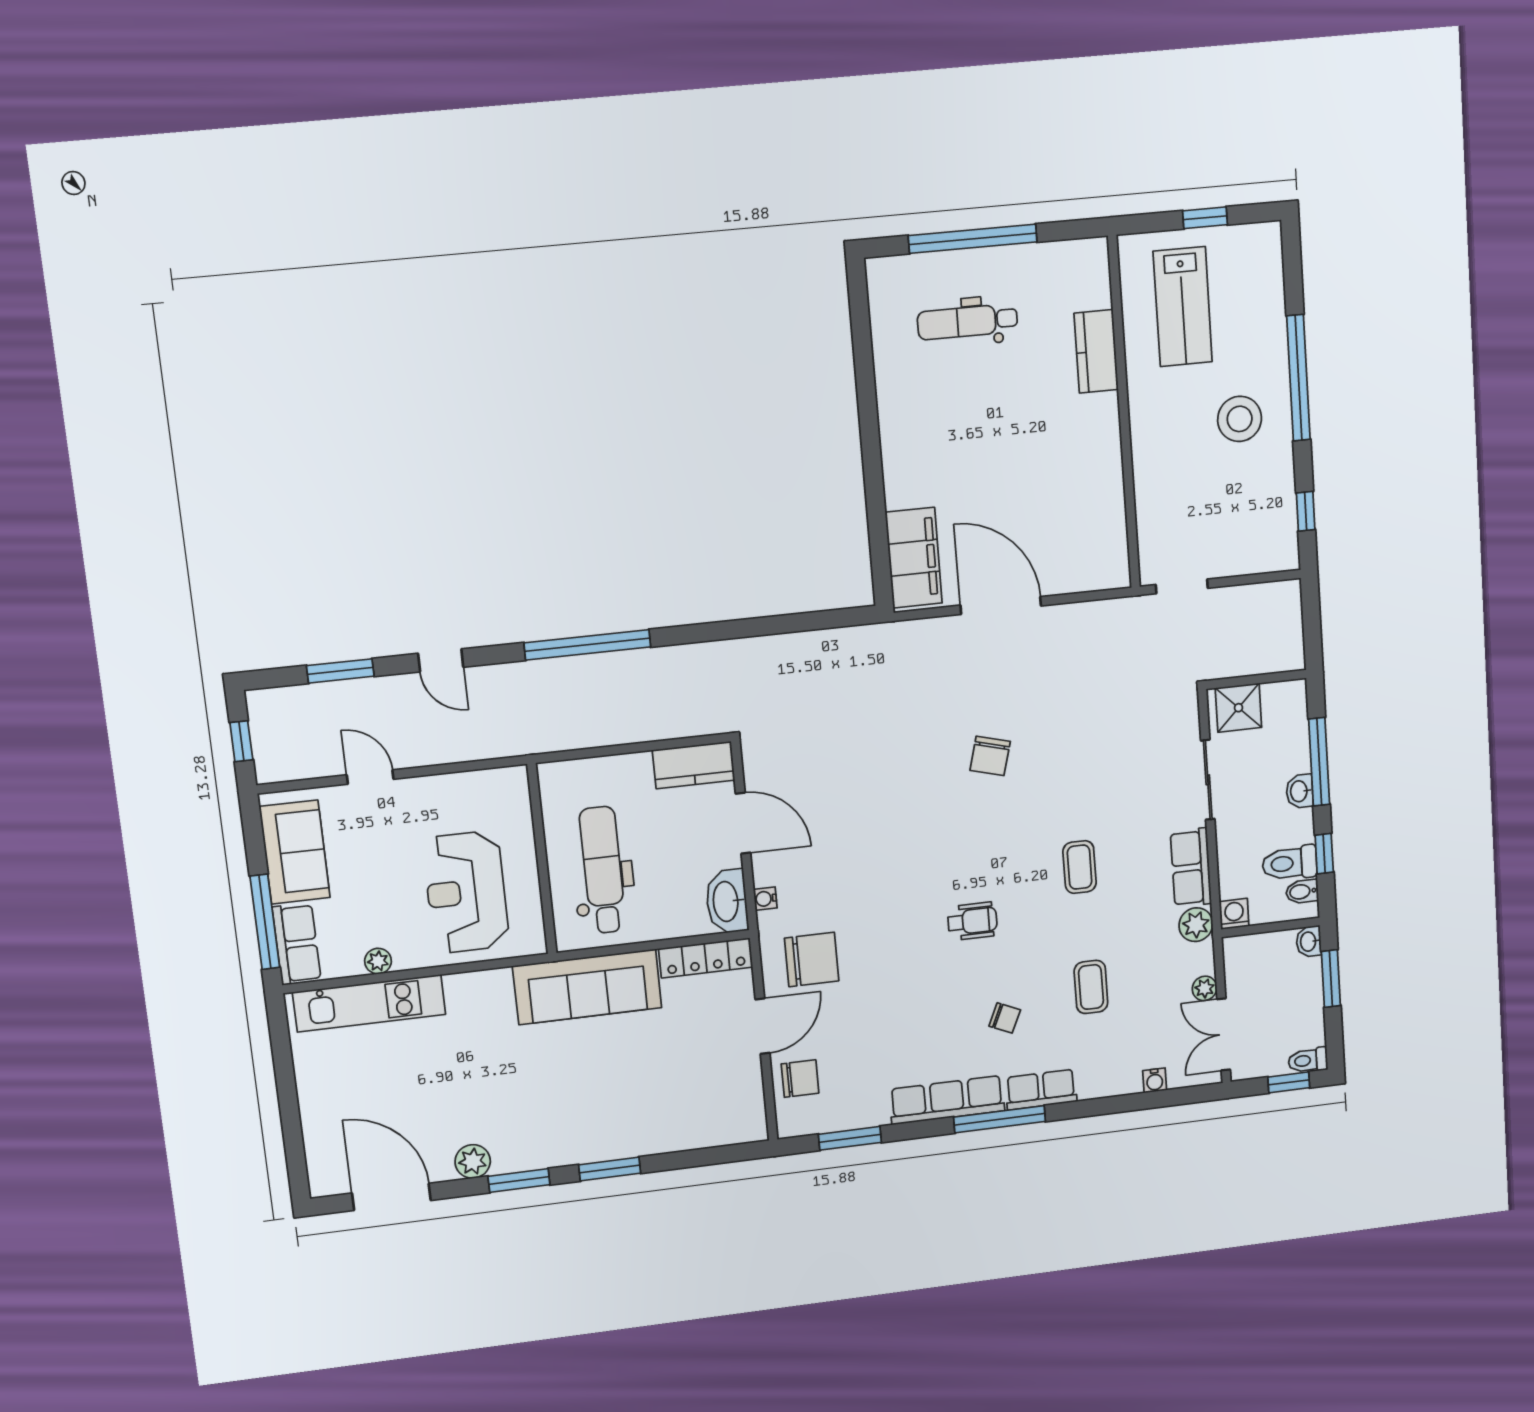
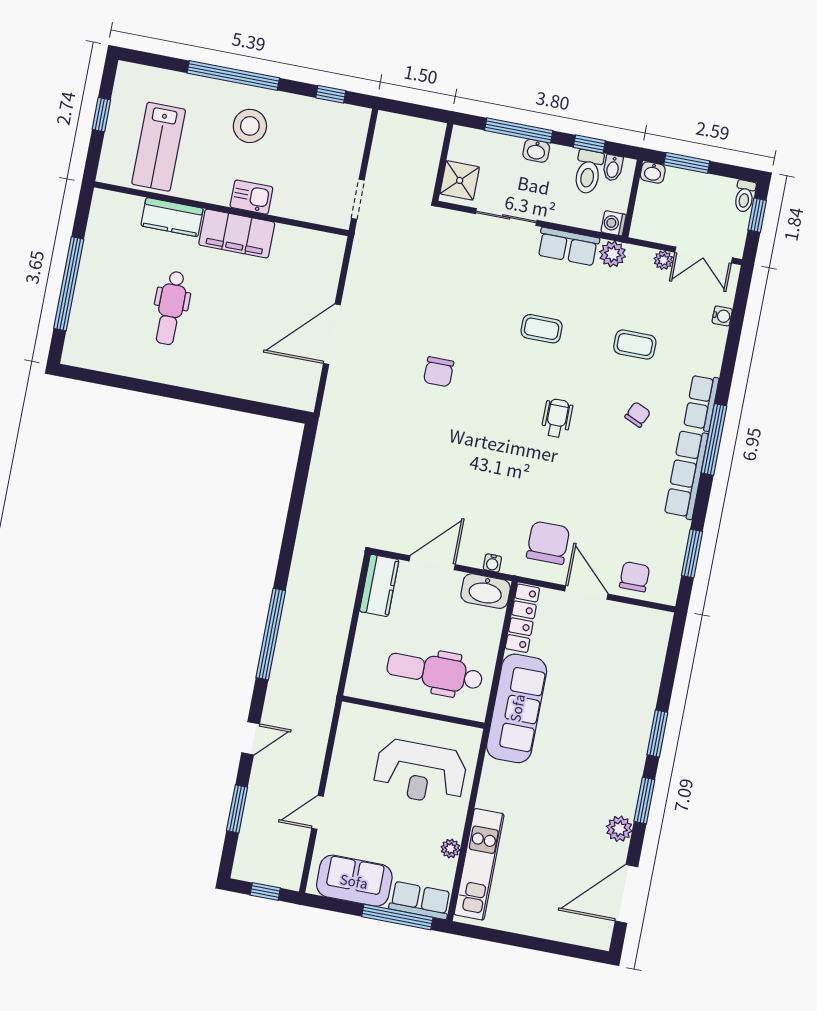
lab bench: (1183, 307) -> (159, 147), turned 90
dental chair: (968, 322) -> (171, 308), moved
kitchen sink: (1149, 448) -> (251, 197), added
filing cabinet: (914, 558) -> (237, 234), moved, turned 180
chair: (990, 756) -> (439, 372), turned 75

